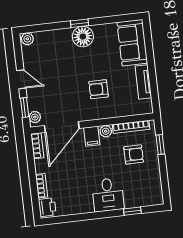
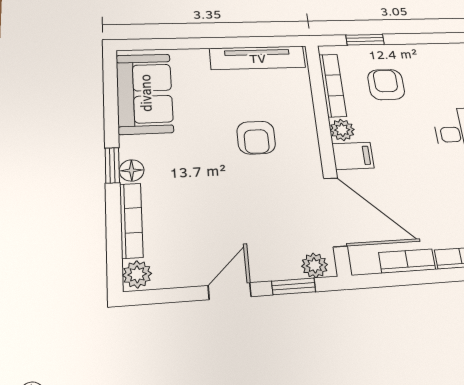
bookcase: (53, 34) -> (131, 220), added
floor lamp: (83, 37) -> (132, 170), width x0.53, depth x0.53
sofa: (132, 43) -> (145, 93), moved, turned -90
tv unit: (143, 82) -> (258, 58), width x1.41
bookcase: (37, 146) -> (407, 261), moved

